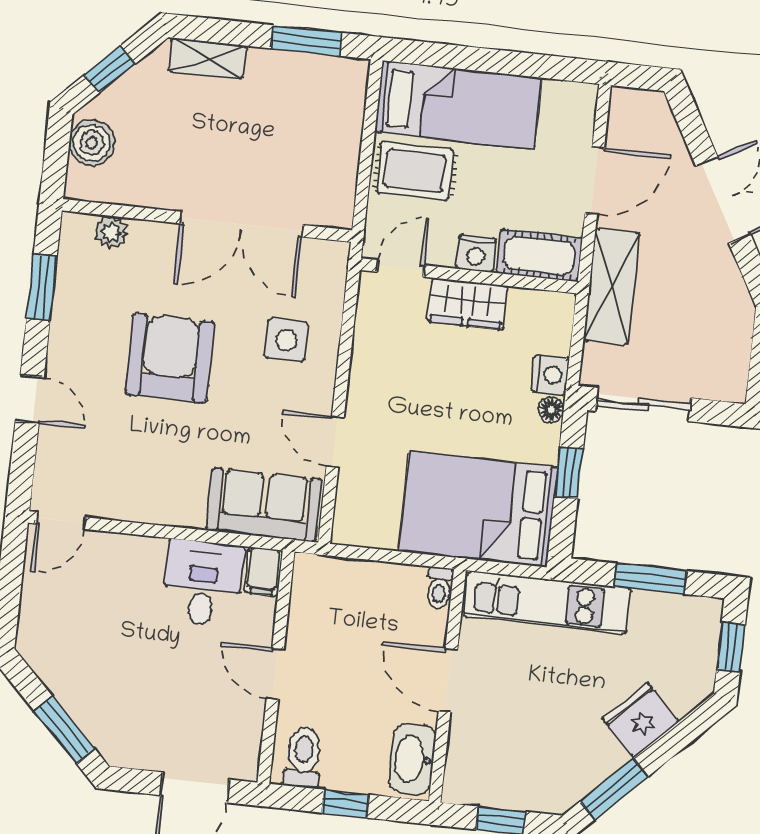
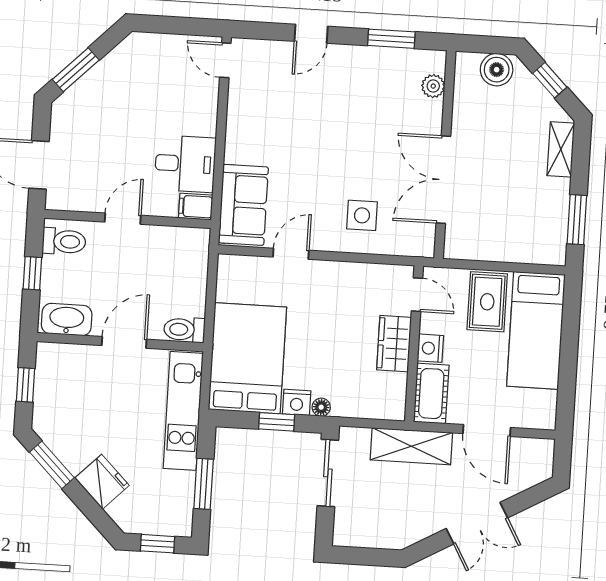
armchair: (170, 358) -> (345, 133), removed
nightstand: (550, 375) -> (297, 402), moved
toilet: (439, 588) -> (184, 330), width x1.37, depth x1.39

